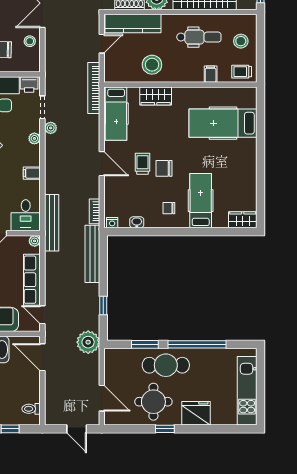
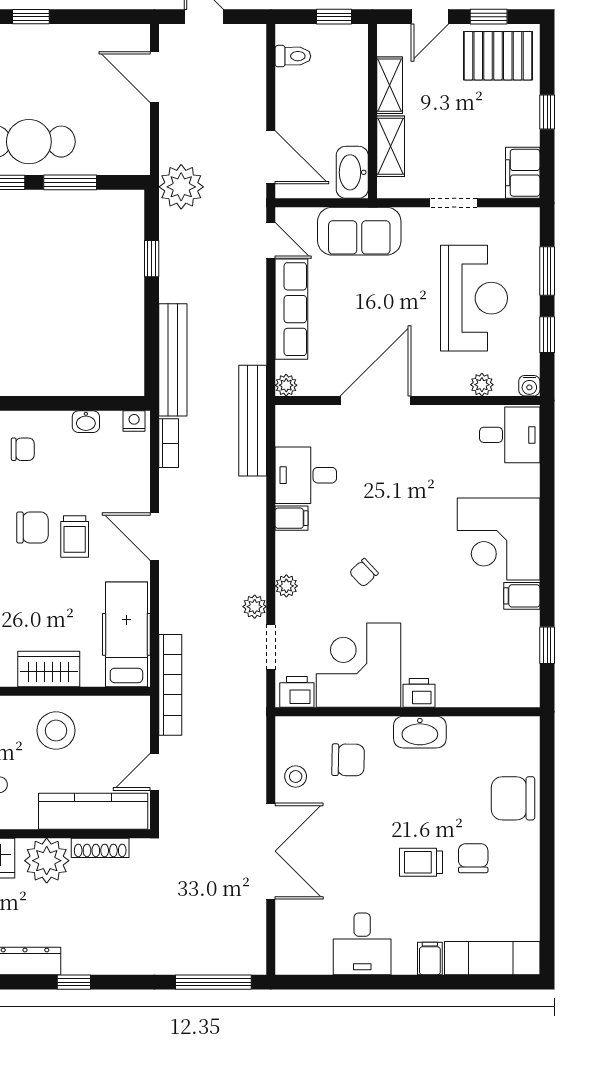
desk: (26, 215) -> (306, 475), moved, turned -90
round table: (153, 402) -> (53, 70), removed

